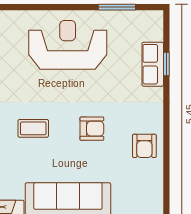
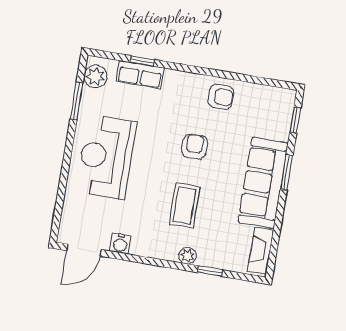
plant: (144, 21) -> (95, 76), added
coffee table: (33, 128) -> (184, 206), width x1.36, depth x1.30

